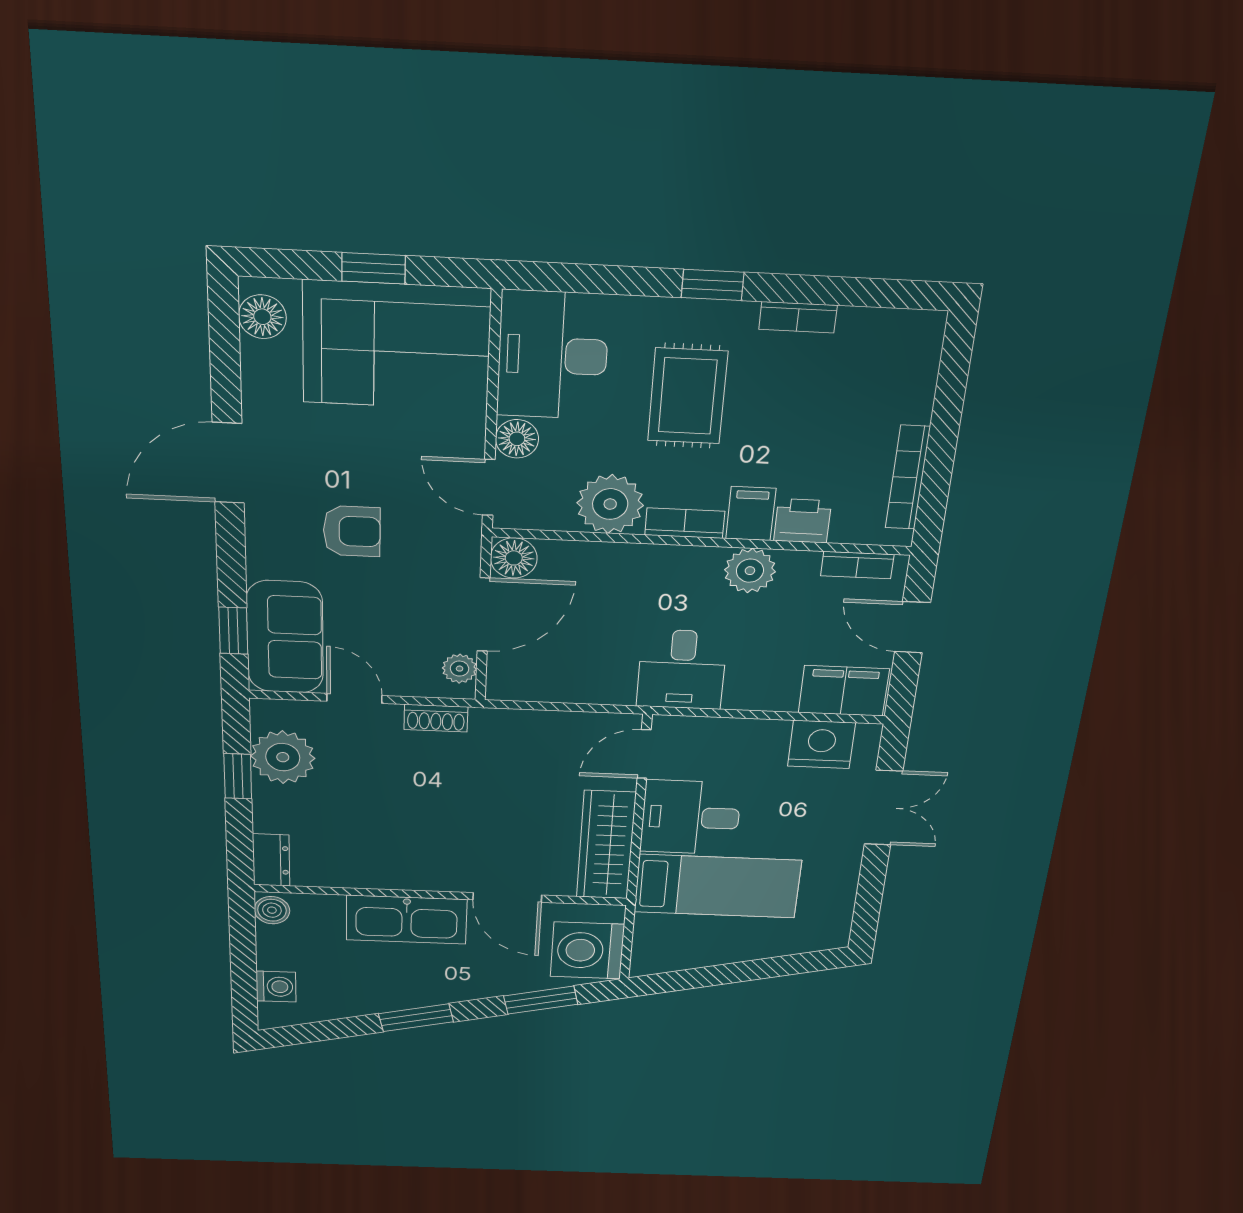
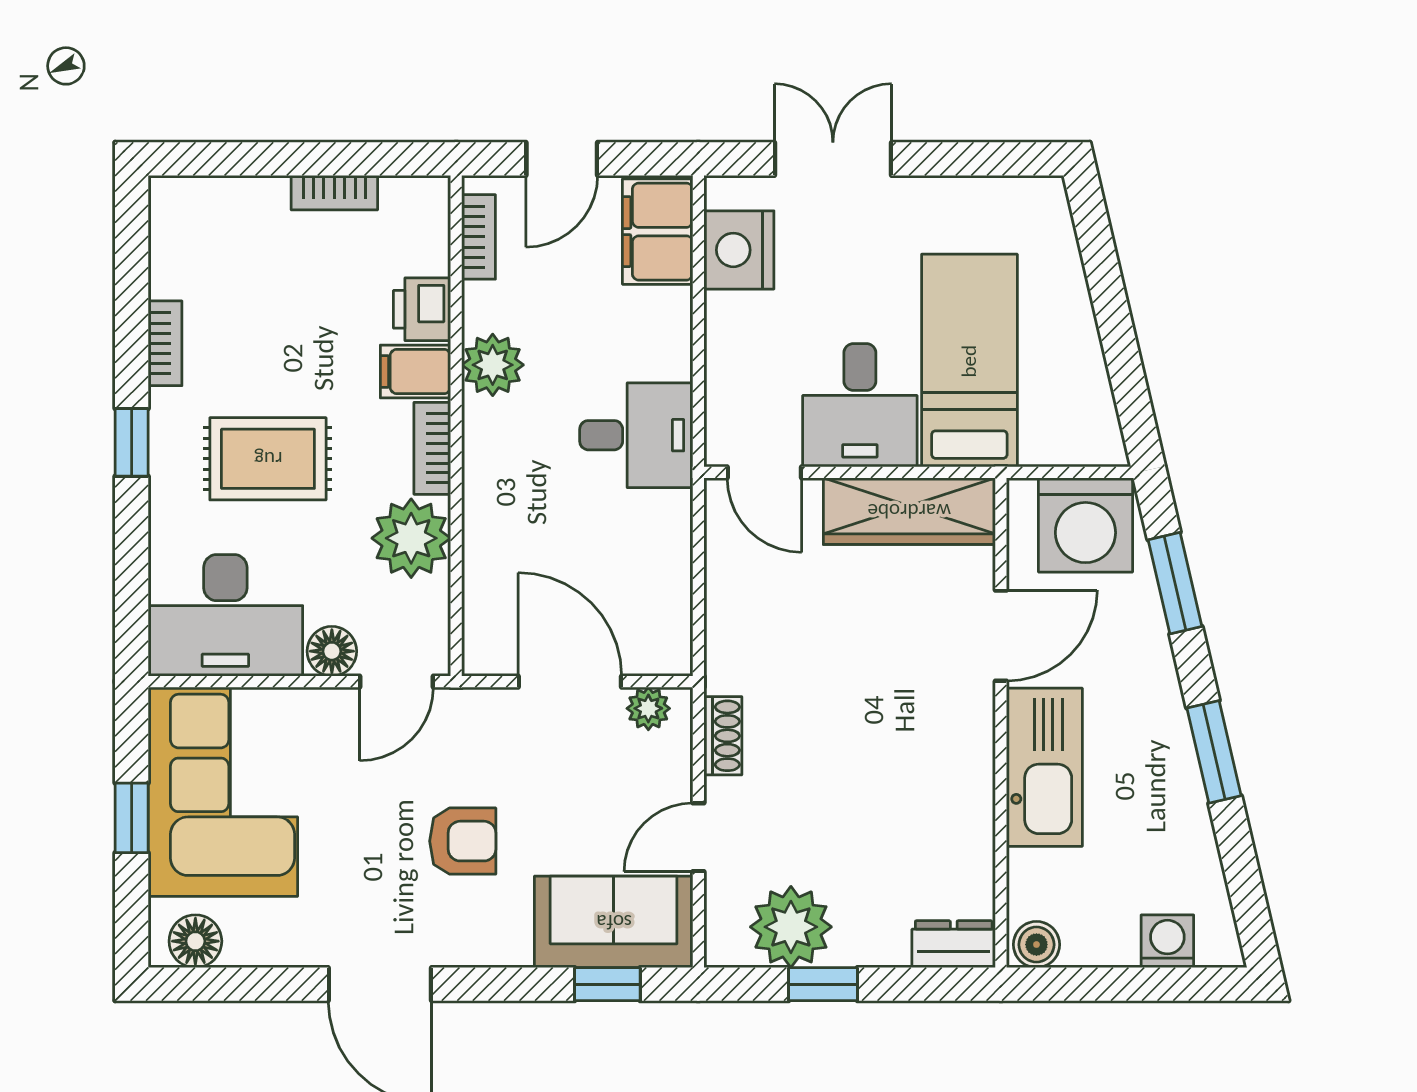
bookcase: (908, 477) -> (334, 193), width x0.64
armchair: (352, 531) -> (463, 841), turned 90
floor lamp: (514, 558) -> (489, 648), removed

